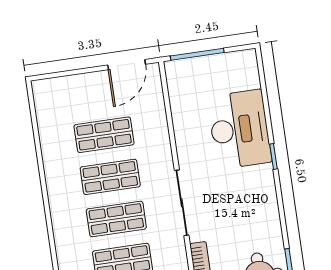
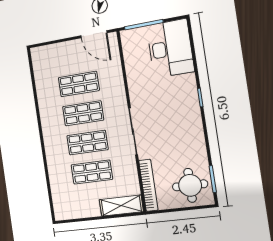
door: (127, 65) -> (94, 34), hinge flipped
desk: (239, 129) -> (170, 48), moved

